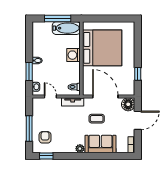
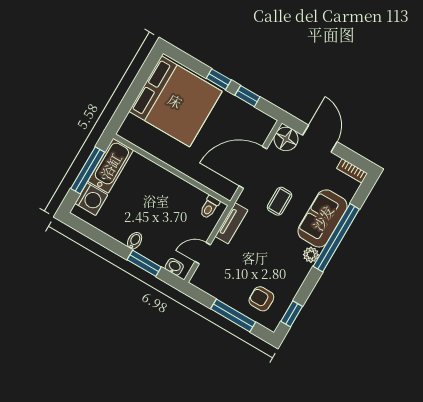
bed: (102, 48) -> (175, 101), moved, turned 90
washing machine: (74, 55) -> (91, 199), moved, turned -90
window: (138, 55) -> (219, 79), added
window: (95, 156) -> (336, 238), added

